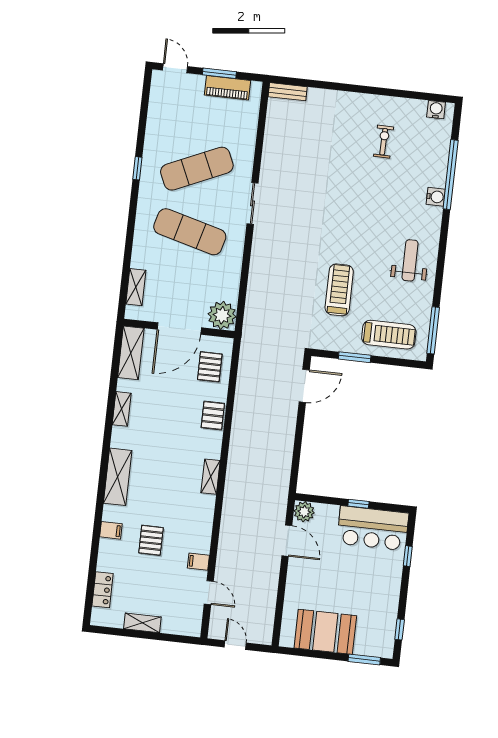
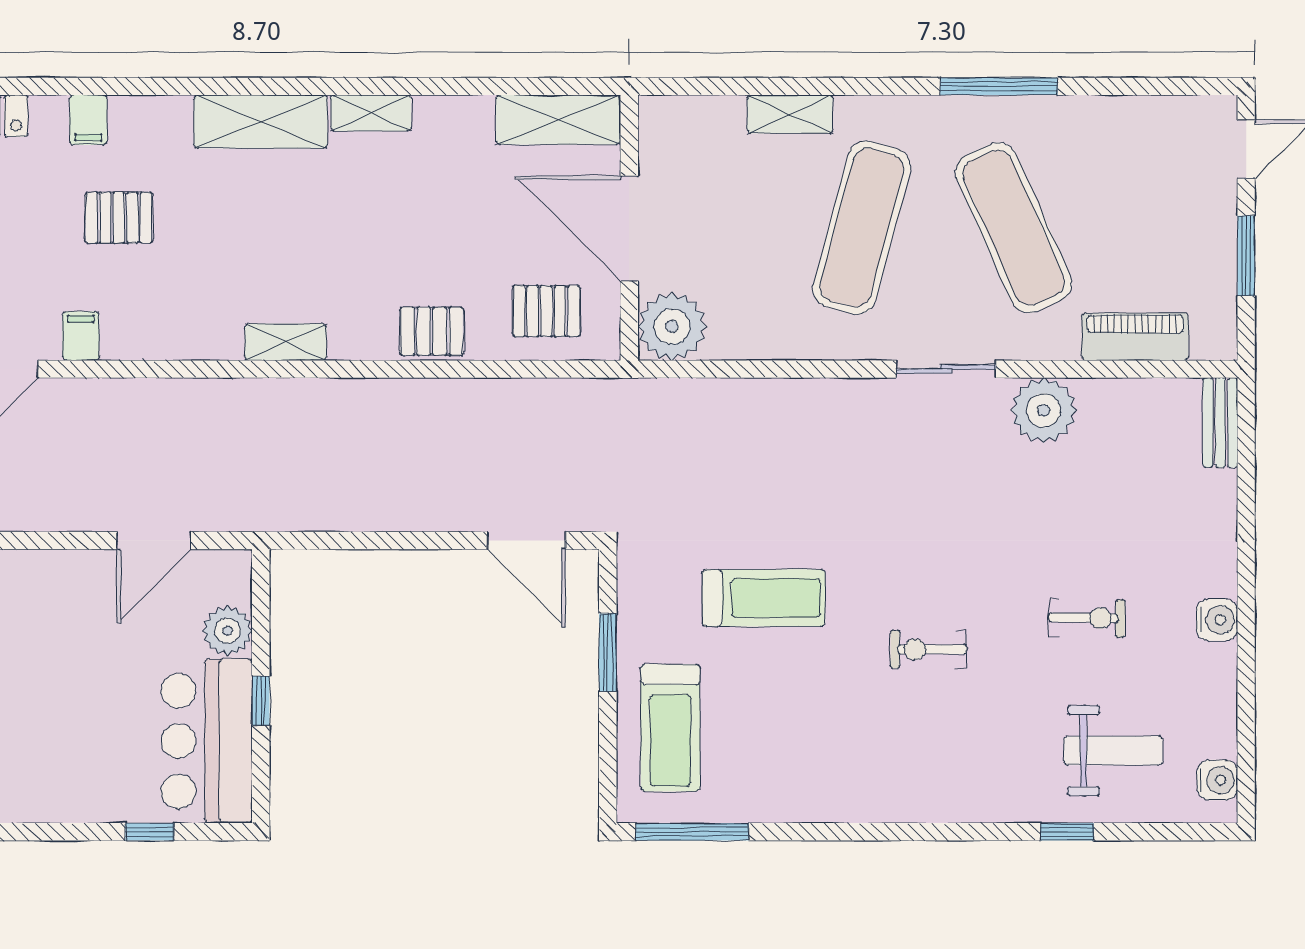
piano: (228, 88) -> (1135, 337), moved, turned 90
exercise bike: (384, 142) -> (1087, 618), moved
plant: (274, 165) -> (1044, 410), added
window: (137, 168) -> (999, 86), width x2.17
window: (451, 175) -> (1067, 832), width x0.32
water cooler: (436, 197) -> (1217, 620), moved, turned -90
exercise bike: (368, 224) -> (928, 649), added
weight bench: (410, 260) -> (1113, 751), moved
shelving: (136, 287) -> (790, 114), moved
shelving: (122, 409) -> (371, 113), moved
plant: (304, 512) -> (227, 631), moved
filing cabinet: (111, 530) -> (88, 120), moved

